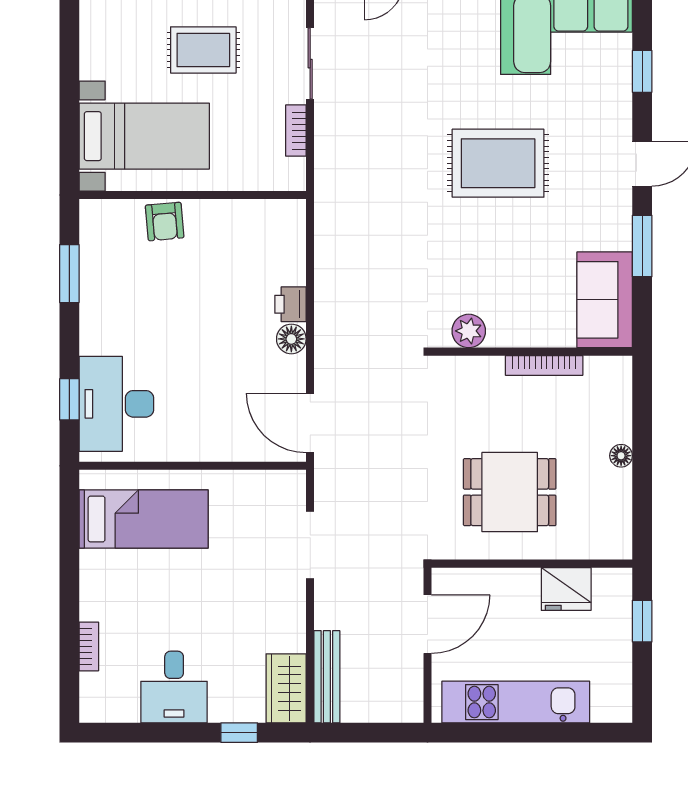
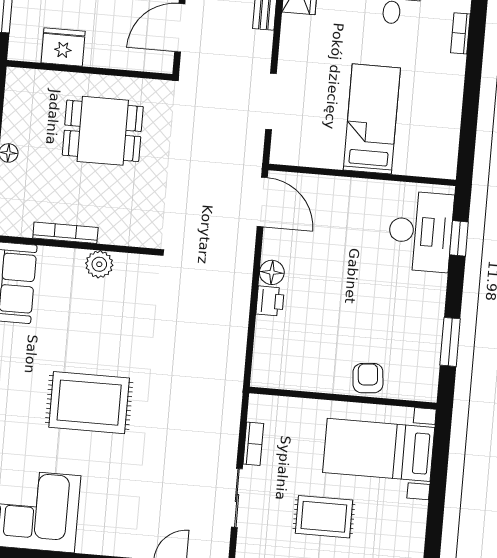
plant: (469, 331) -> (99, 264), moved
bed: (144, 519) -> (372, 119), moved, turned 90

